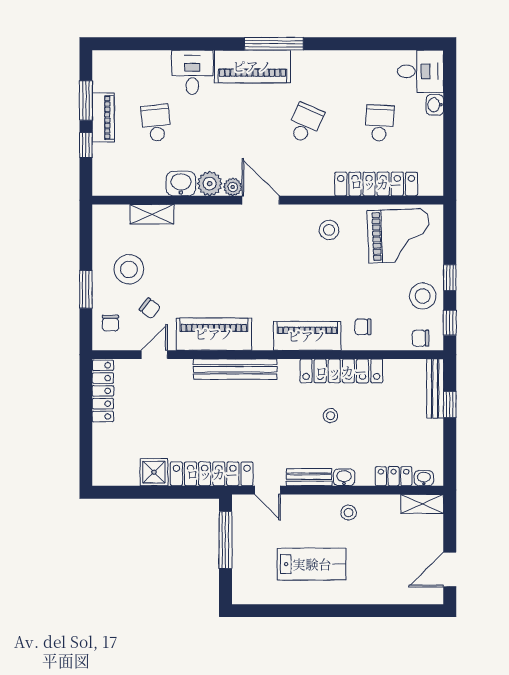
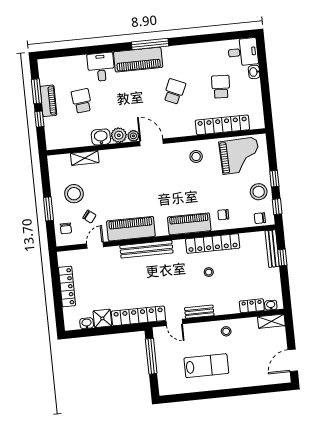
locker: (103, 391) -> (67, 287), moved
washbasin: (344, 477) -> (87, 323), moved

